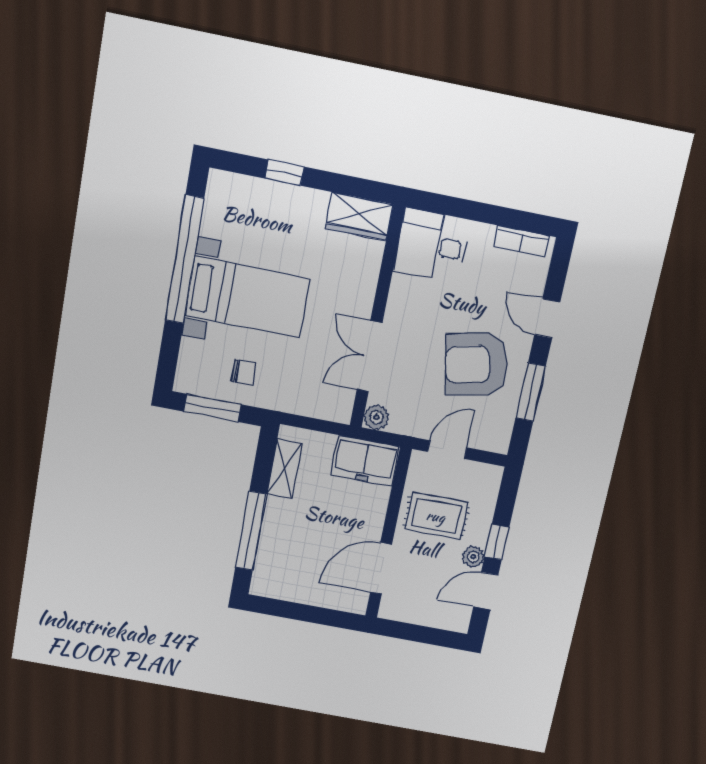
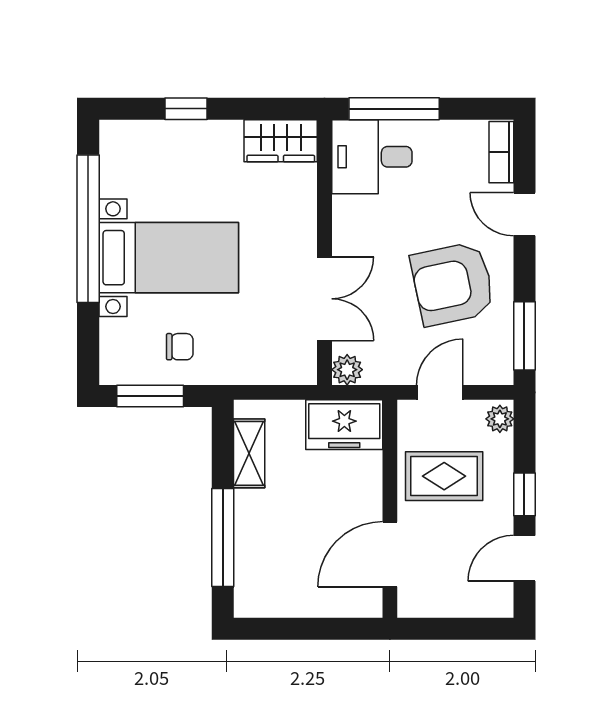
window: (459, 208) -> (394, 109), added
bookcase: (522, 241) -> (501, 152), moved, turned 90
double door: (370, 356) -> (324, 299), swing flipped
window: (531, 392) -> (524, 336), moved
plant: (473, 557) -> (500, 419), moved

